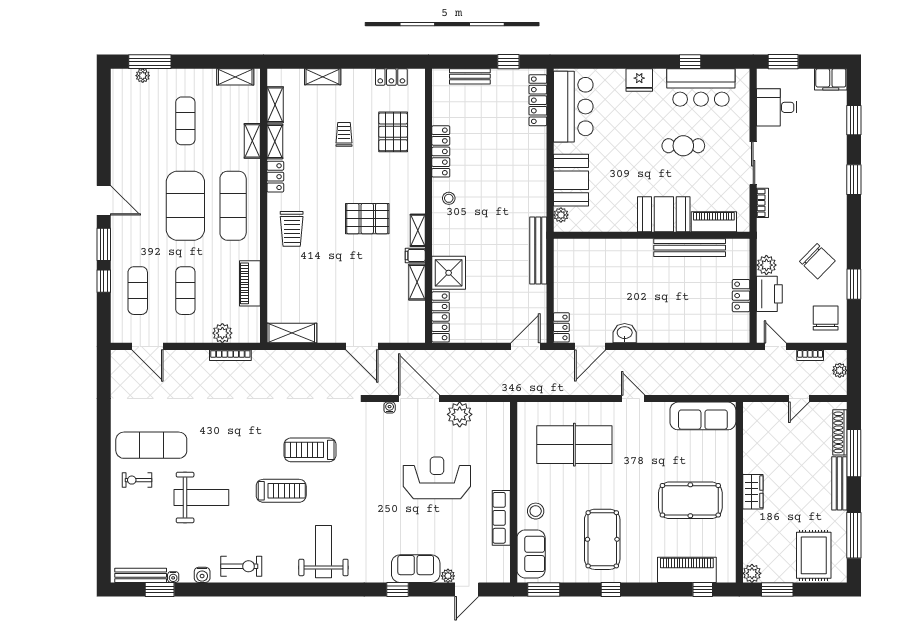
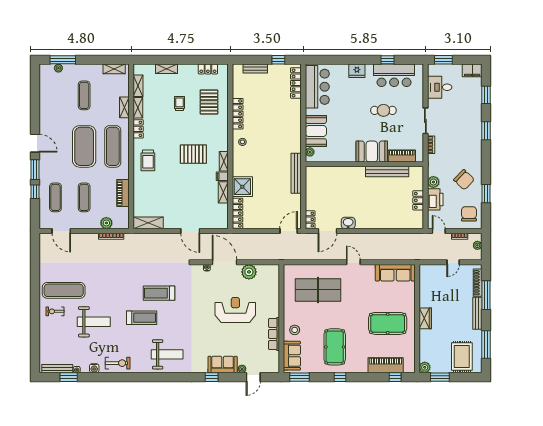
weight bench: (323, 552) -> (167, 354), turned 90

